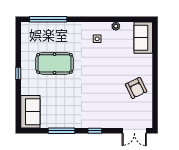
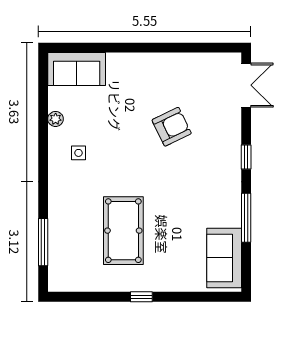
window: (48, 19) -> (43, 242), width x0.68
armchair: (136, 88) -> (172, 127), moved
sofa: (30, 112) -> (224, 258), moved, turned -90

